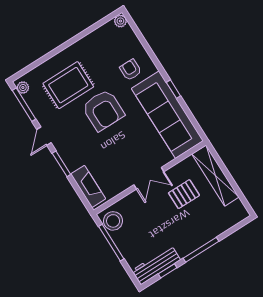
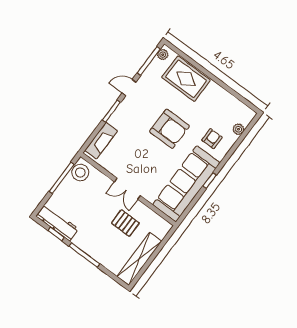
plant: (120, 21) -> (239, 129), moved
rug: (68, 85) -> (186, 79), moved
armchair: (103, 110) -> (170, 129), turned -90
shelving: (215, 176) -> (139, 259), moved

